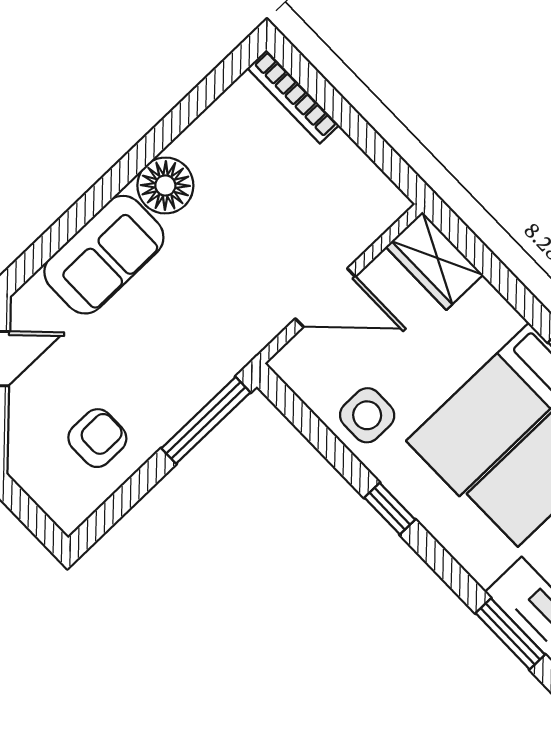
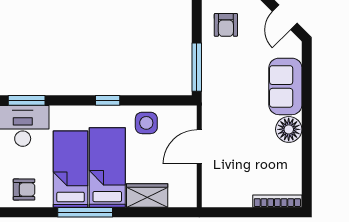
wardrobe: (434, 261) -> (147, 195), moved

